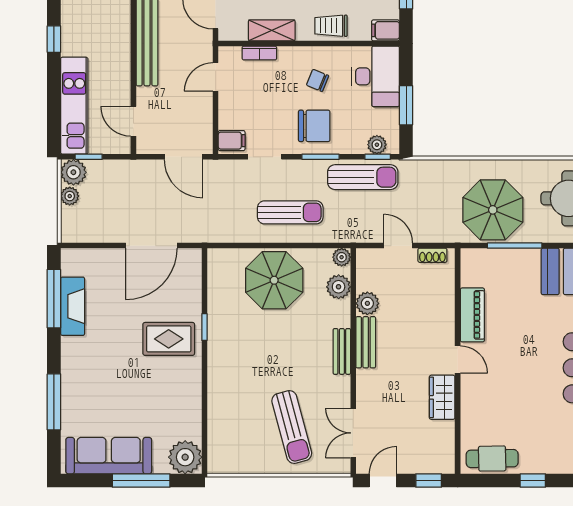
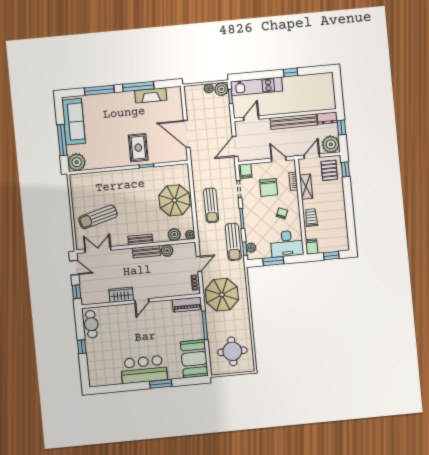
chair: (314, 126) -> (269, 187), moved
parasol: (493, 210) -> (222, 295), moved
window: (54, 299) -> (138, 87), moved
piano: (472, 315) -> (187, 305), moved

